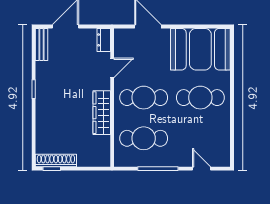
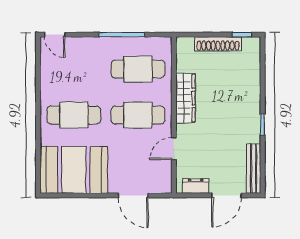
dresser: (104, 40) -> (196, 186), moved, turned -90
bench: (42, 44) -> (254, 169), width x1.36
shoe rack: (56, 161) -> (218, 44), moved
door: (202, 169) -> (55, 35), moved

